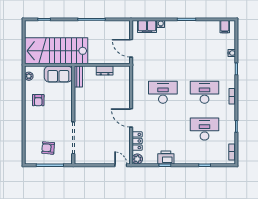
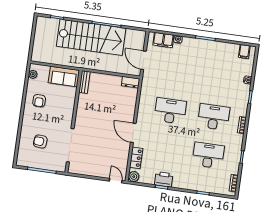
stairs: (56, 51) -> (91, 37), moved, turned 180
dresser: (105, 71) -> (131, 82), moved
armchair: (48, 148) -> (40, 141), moved

